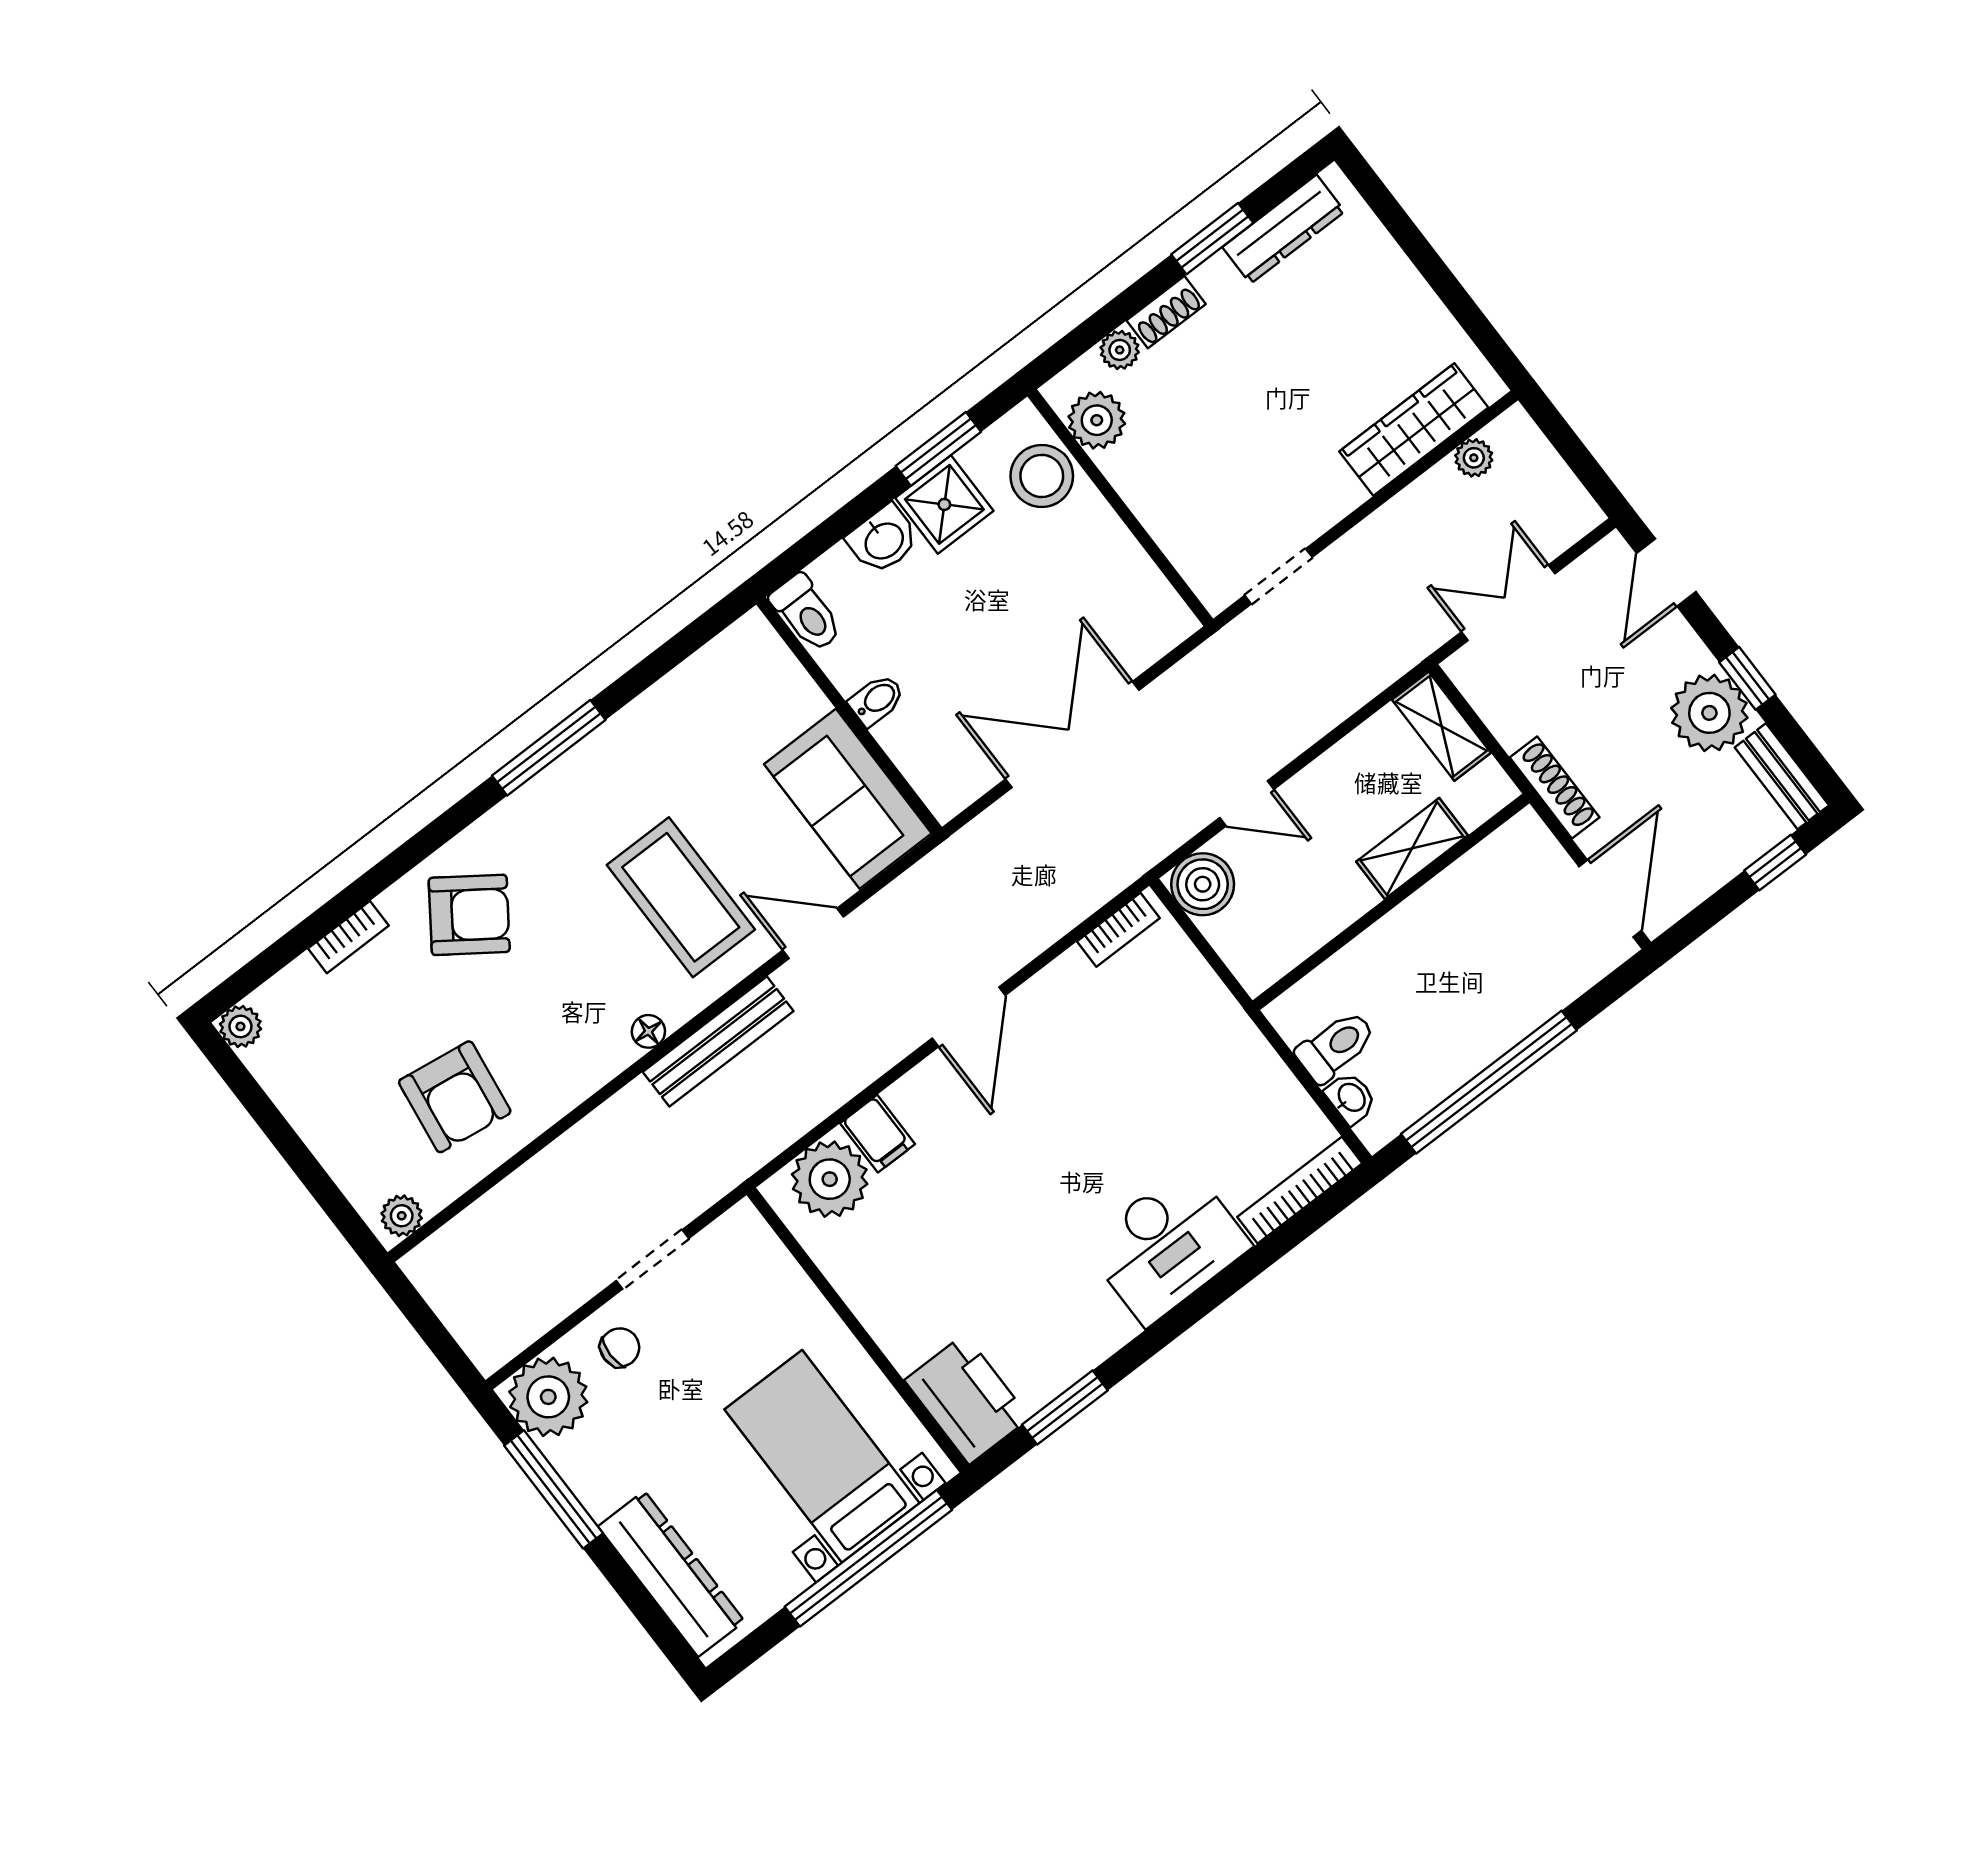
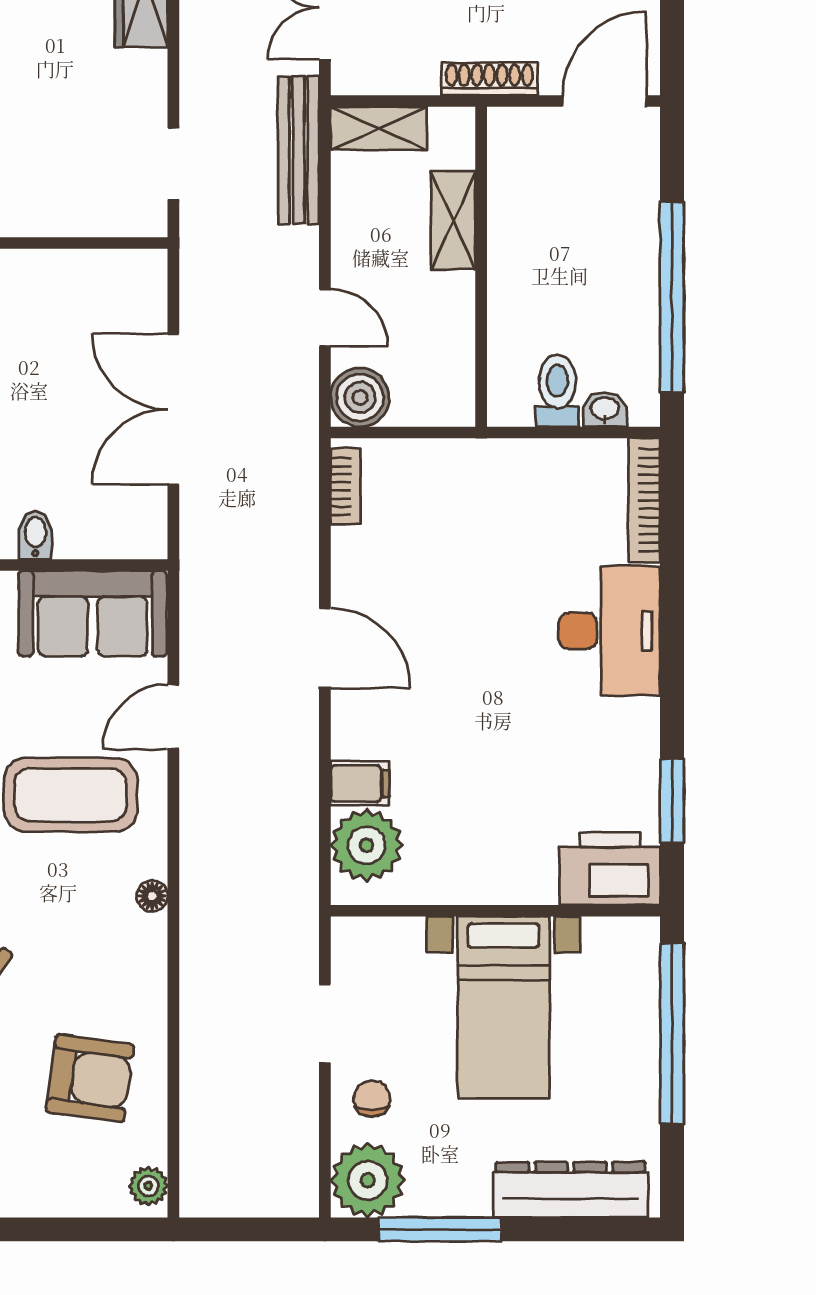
door: (1247, 803) -> (325, 318), hinge flipped
door: (1610, 898) -> (604, 101), hinge flipped
bench: (718, 1042) -> (299, 150), moved
bed with nightstands: (822, 1456) -> (504, 1007), moved, turned -90

